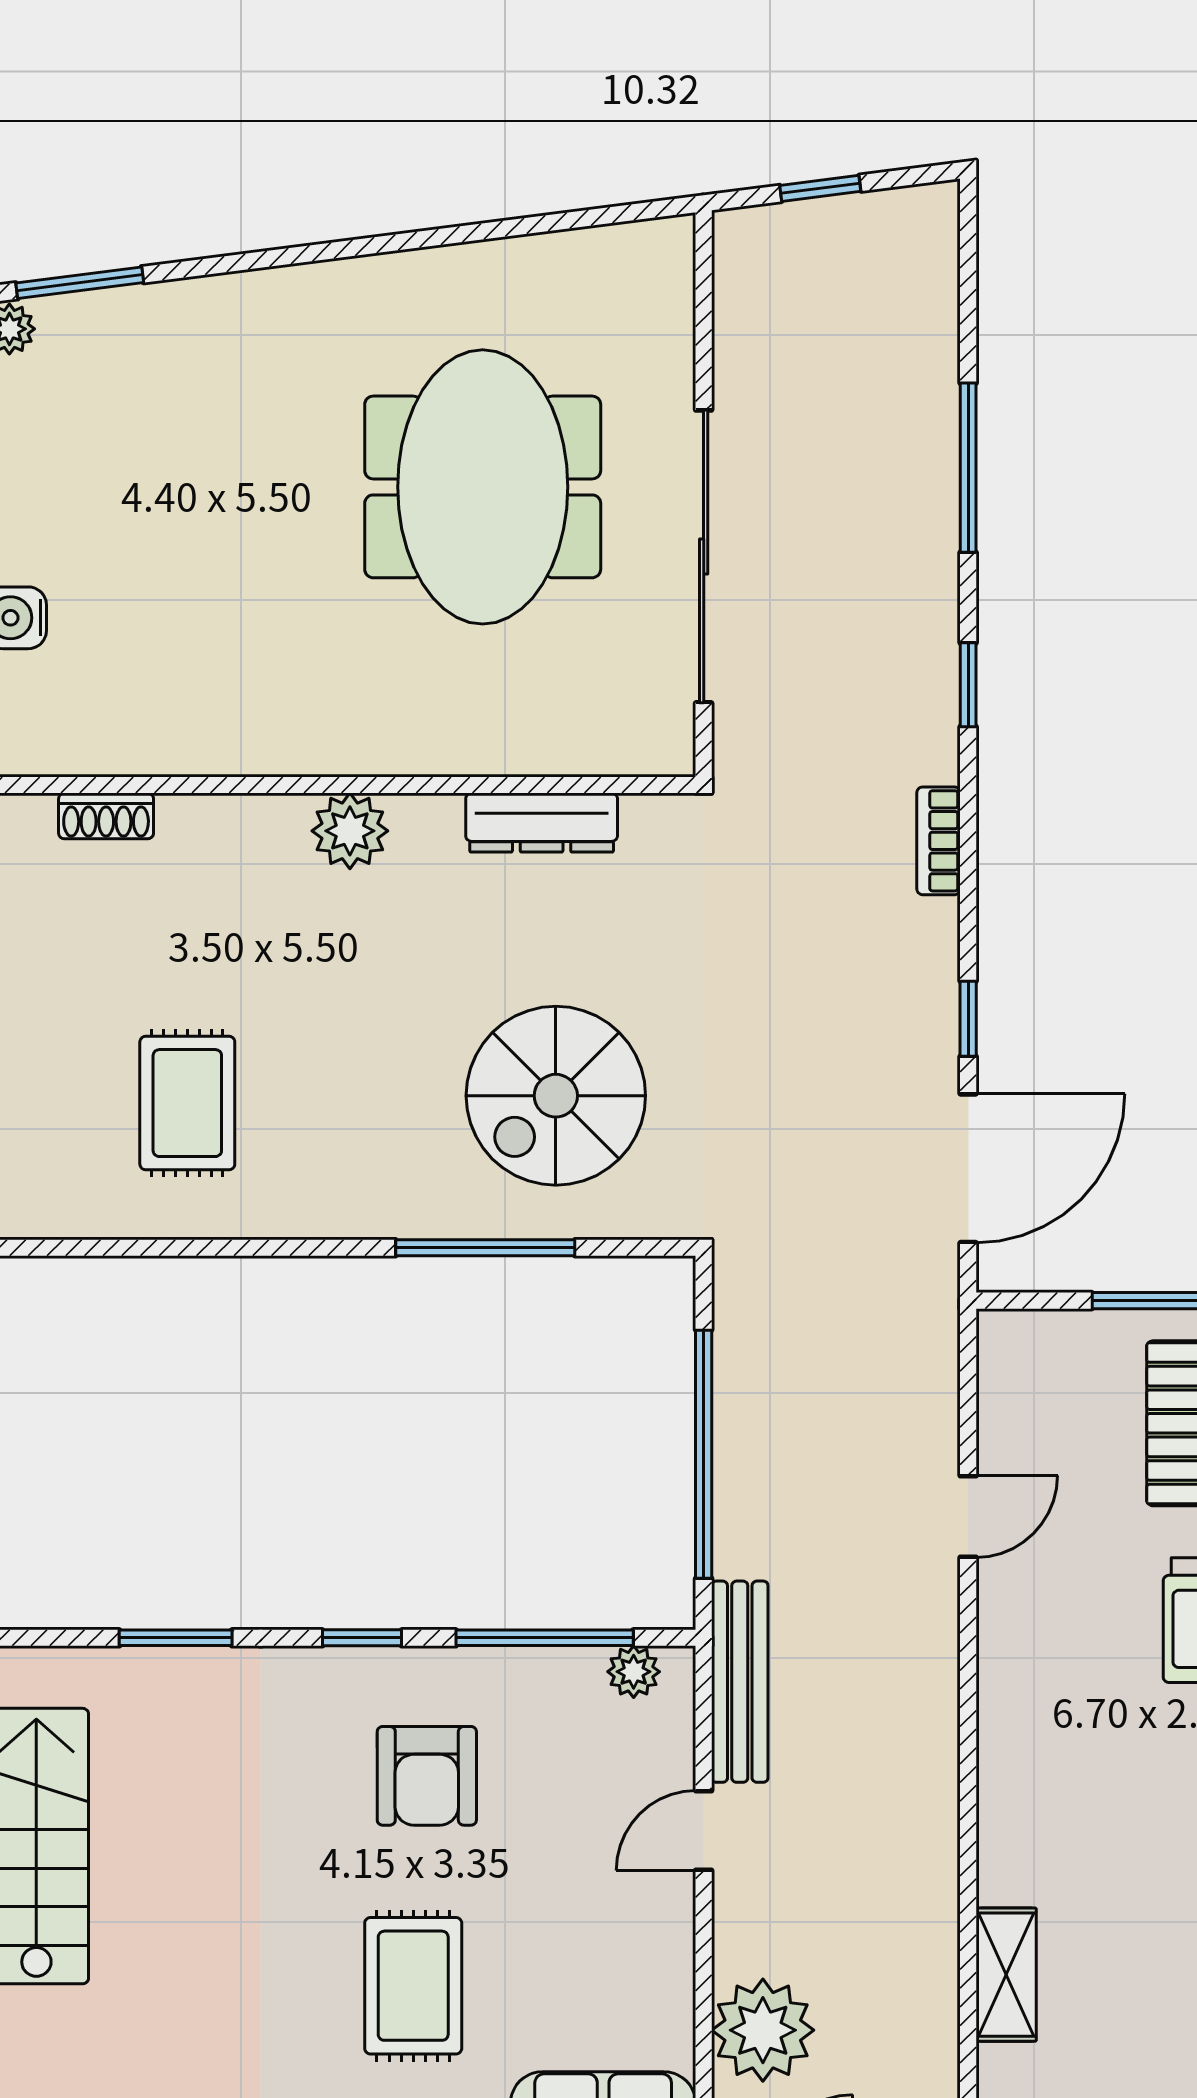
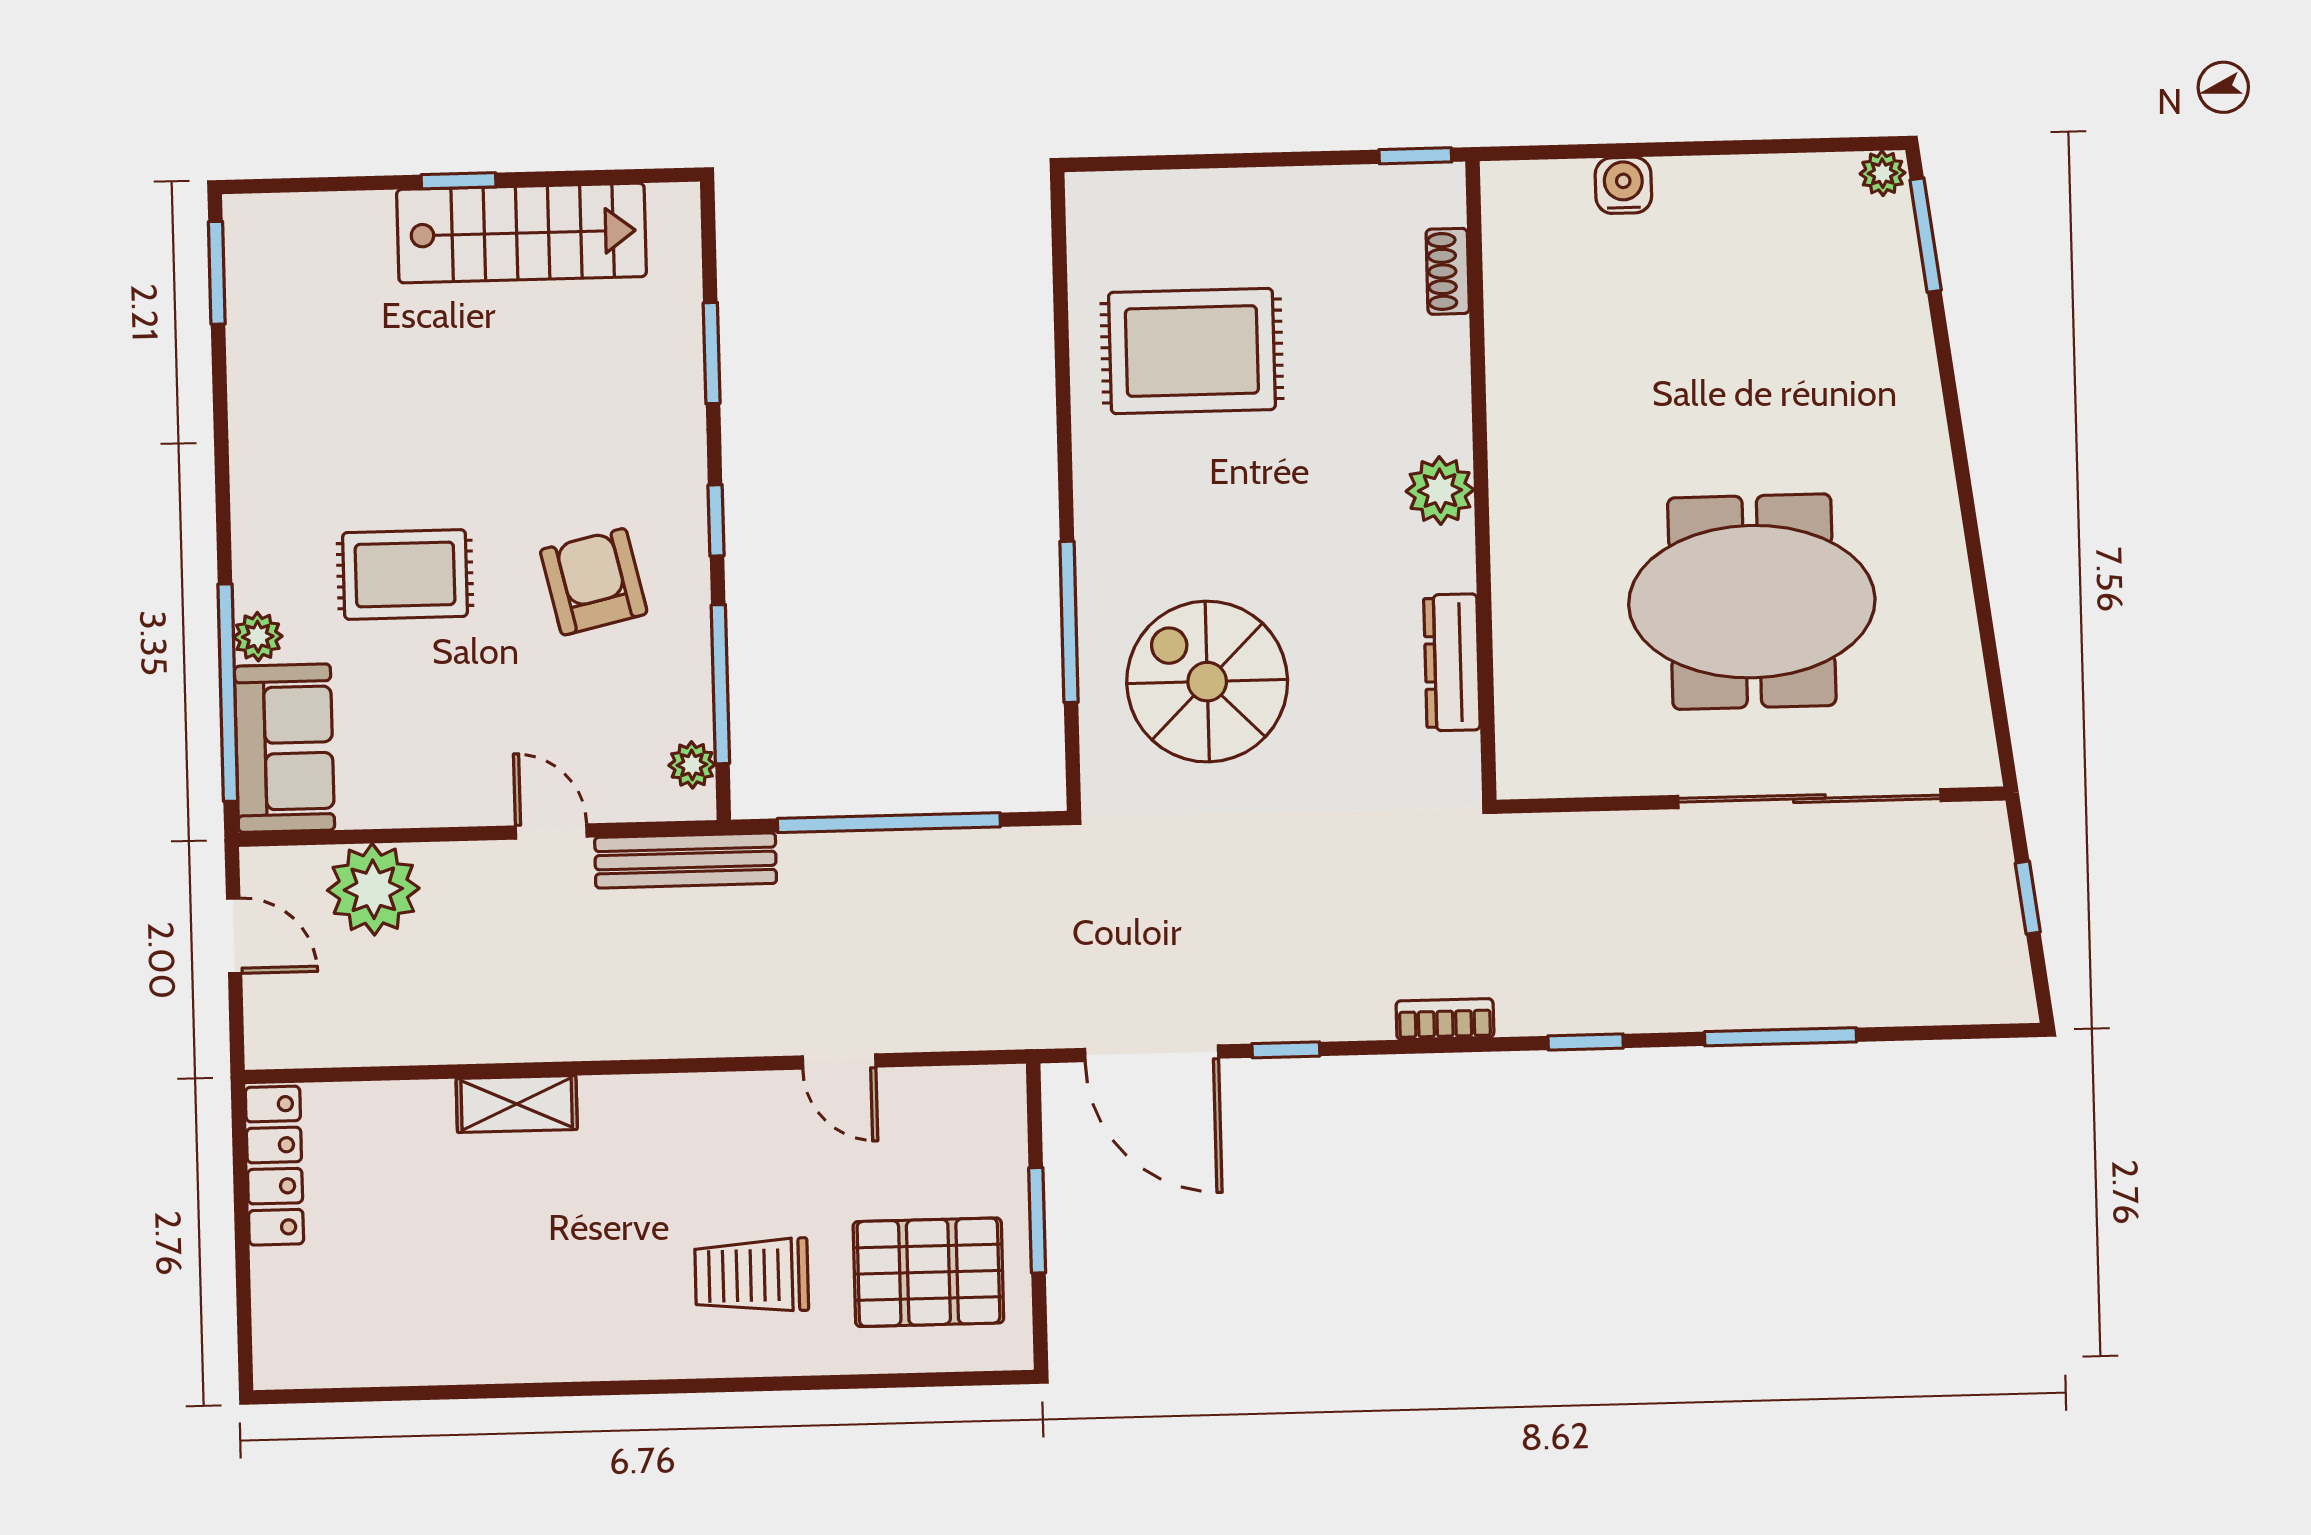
sliding door: (704, 556) -> (1809, 799), moved
rug: (187, 1103) -> (1192, 351), width x1.36, depth x1.43
armchair: (427, 1776) -> (594, 582), turned 77
shelving: (1006, 1975) -> (517, 1104), moved

